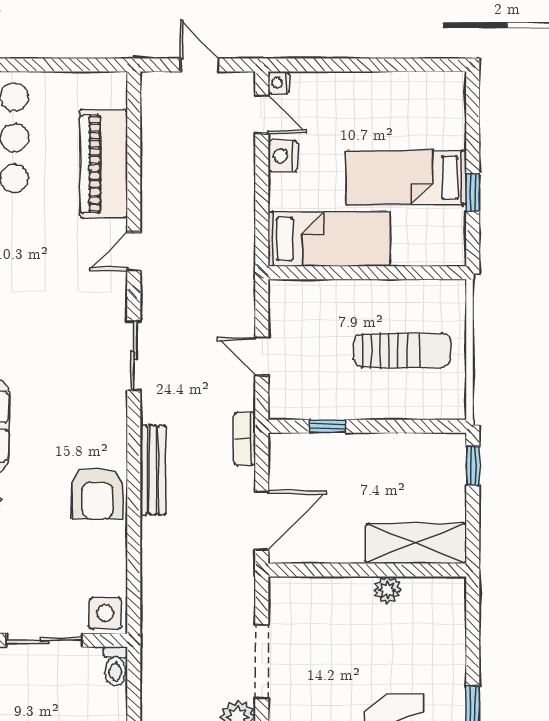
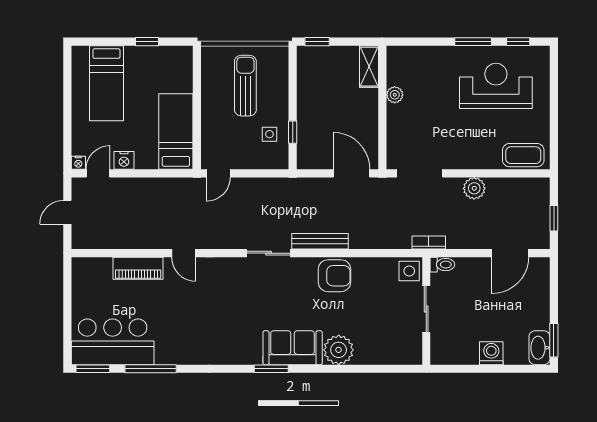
piano: (104, 164) -> (138, 268), width x0.73, depth x0.75
bed: (406, 178) -> (106, 83), moved
sliding door: (134, 356) -> (269, 253), moved
door: (262, 357) -> (218, 173), moved
side table: (324, 389) -> (269, 134), added
bookcase: (245, 439) -> (429, 242), moved, turned 180
shelving: (416, 544) -> (369, 67), width x0.67, depth x0.75
doorway: (262, 662) -> (420, 173), moved

